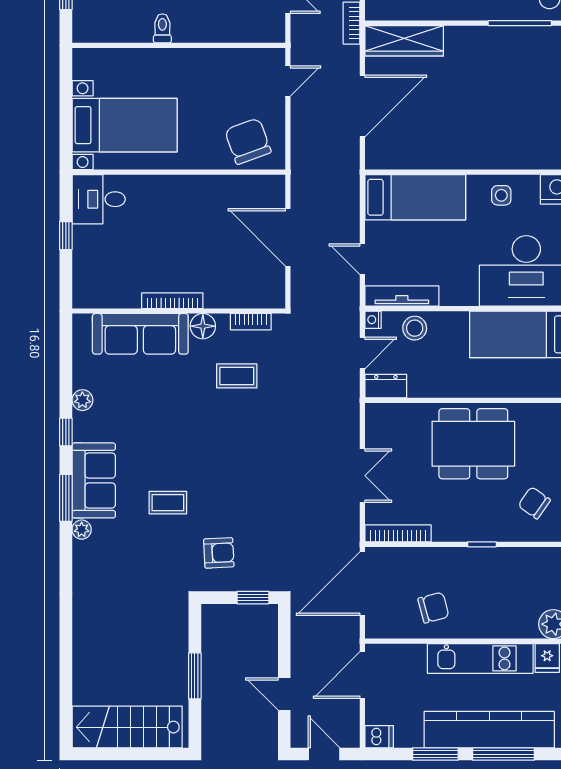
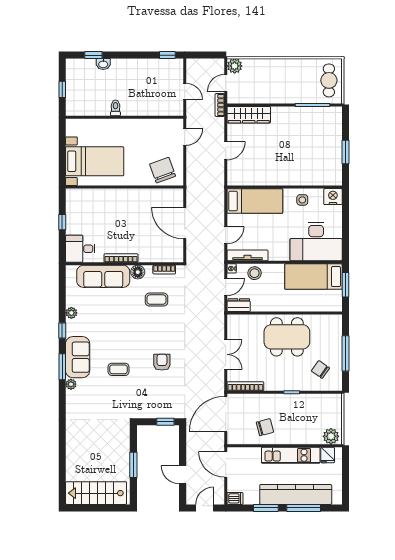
door: (362, 106) -> (226, 151), width x0.53
desk: (99, 199) -> (80, 249), moved
door: (362, 259) -> (226, 235), swing flipped
armchair: (219, 553) -> (162, 362), moved, turned -87
door: (362, 675) -> (226, 464), hinge flipped
door: (324, 754) -> (205, 508), hinge flipped

